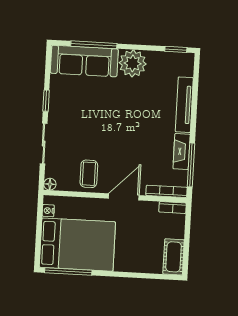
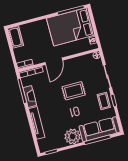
rug: (107, 138) -> (74, 91), added
coffee table: (89, 174) -> (104, 101), moved

